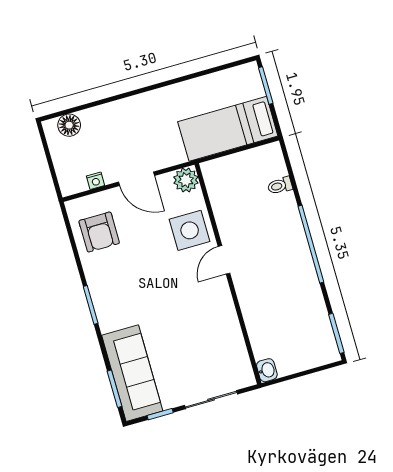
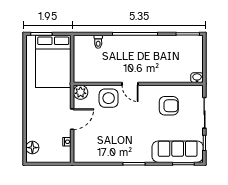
bed: (228, 129) -> (53, 61), width x1.50
armchair: (99, 232) -> (169, 106), moved

